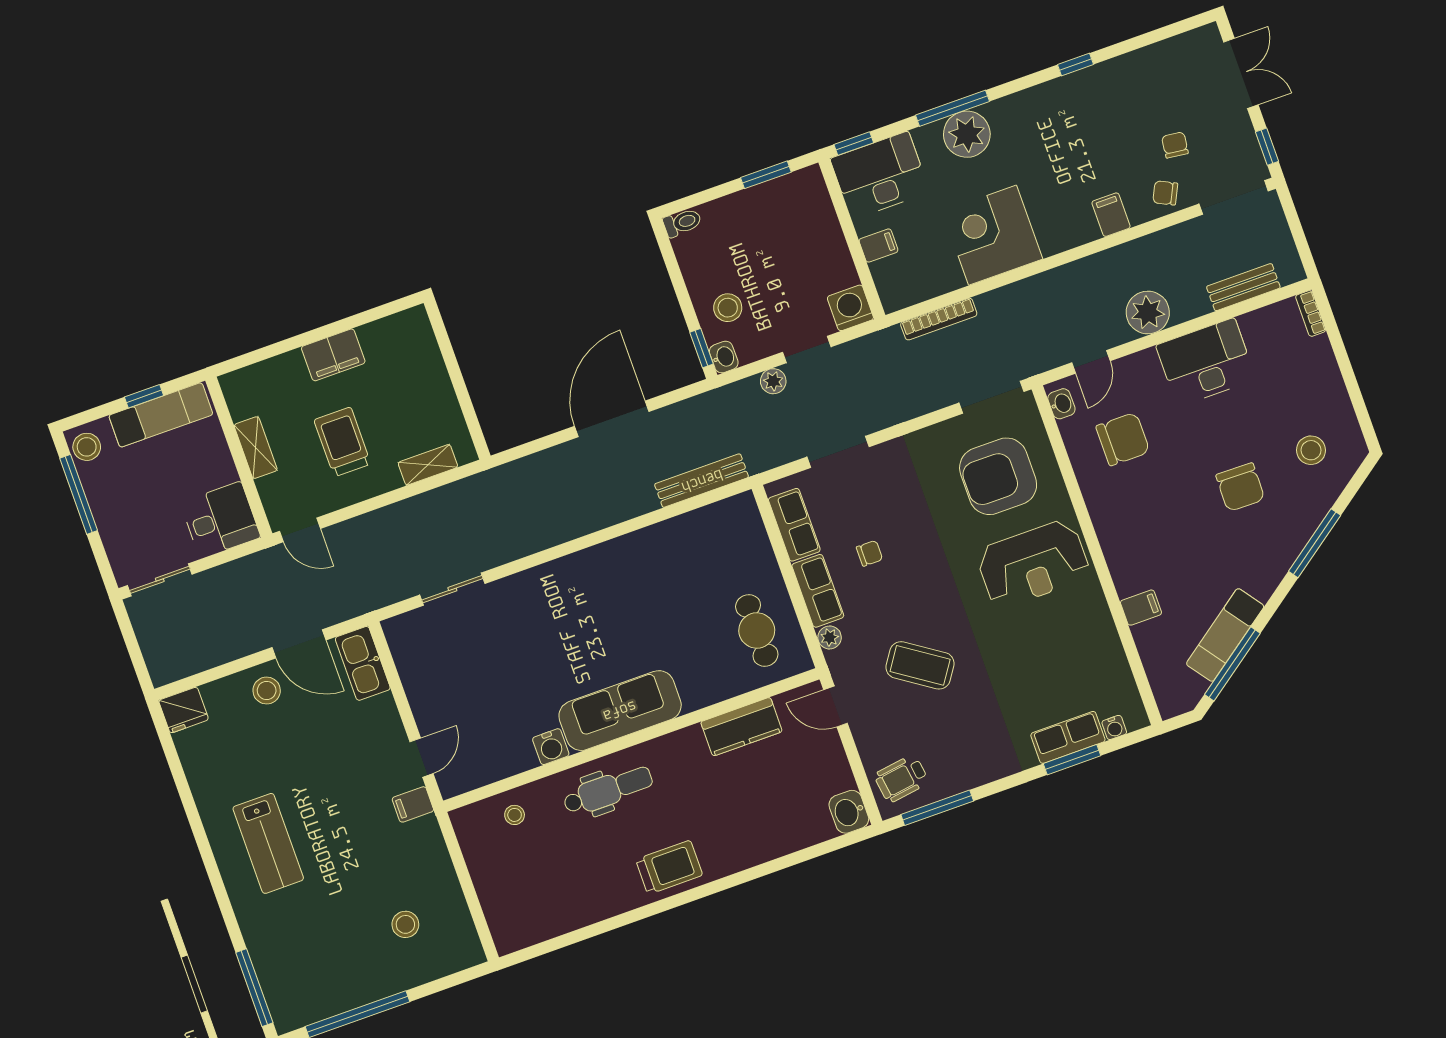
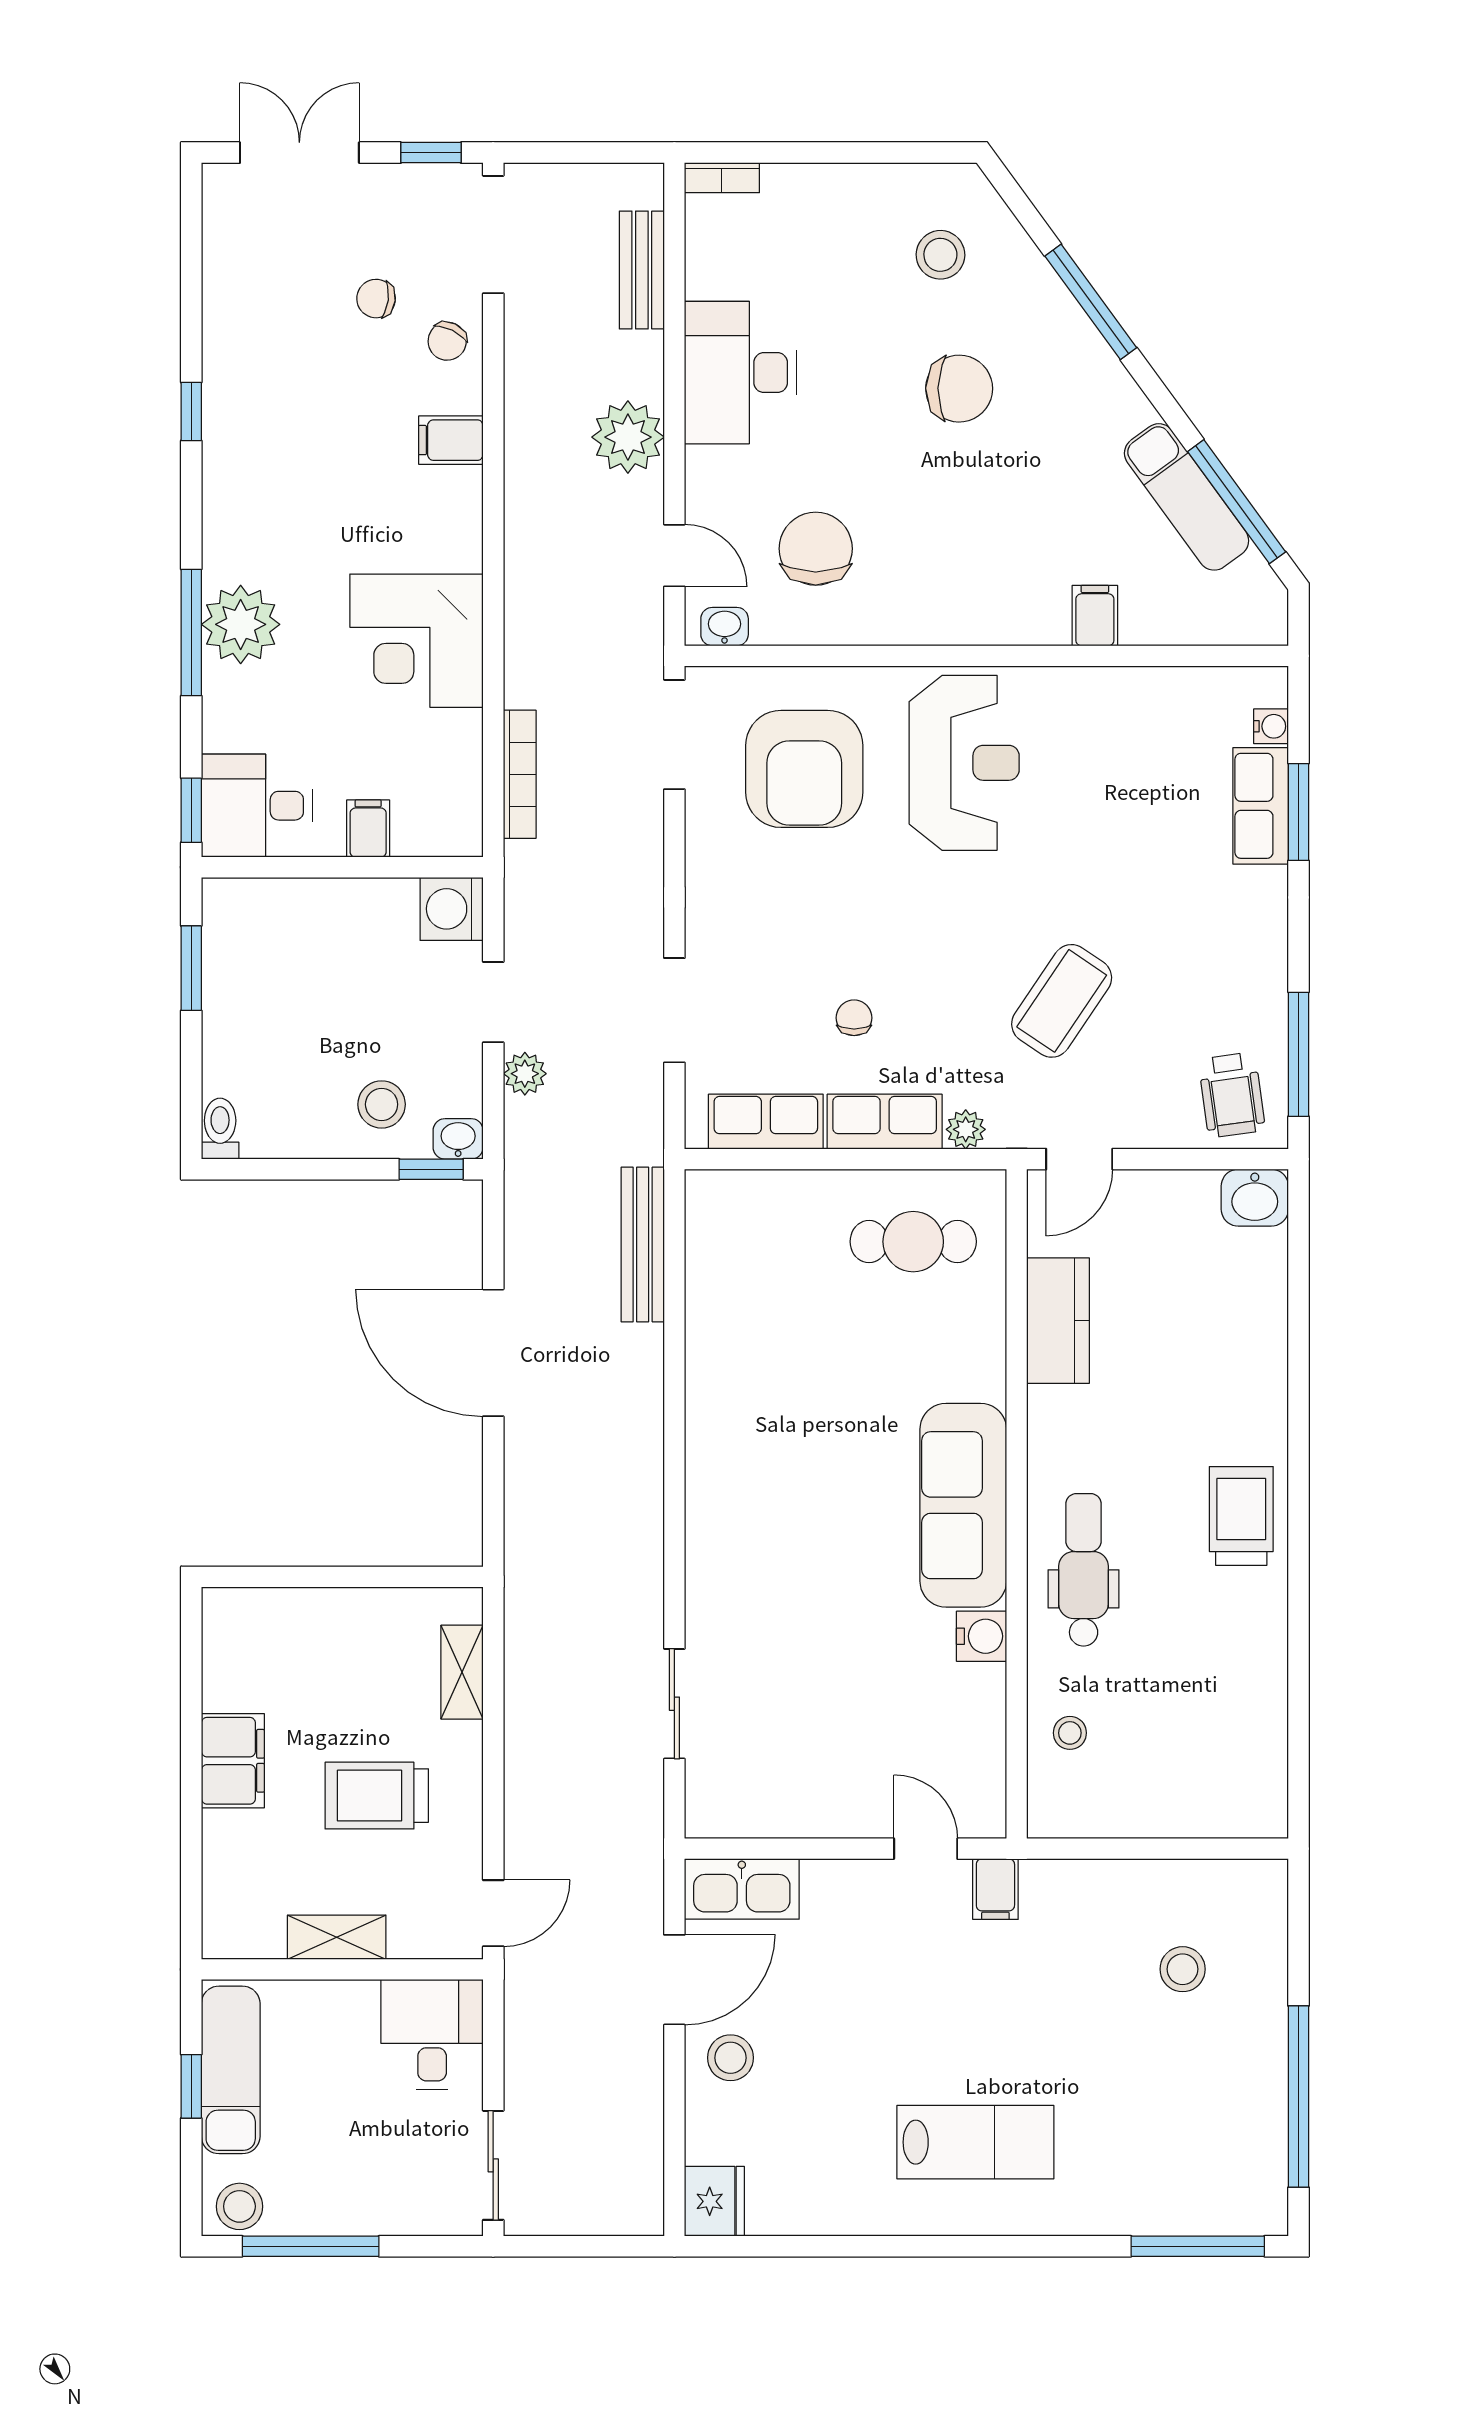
desk: (880, 175) -> (257, 806), width x0.73

